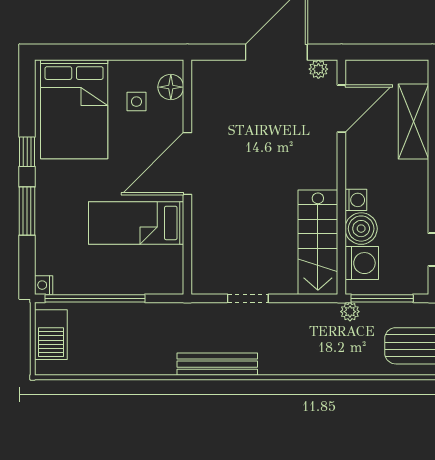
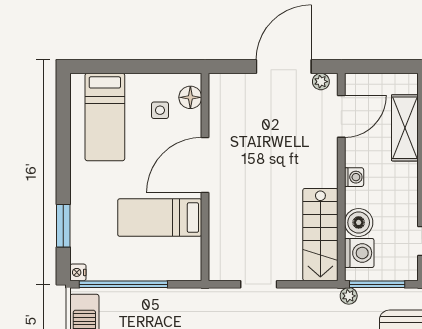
bed: (74, 109) -> (105, 117), width x0.67
window: (27, 152) -> (63, 155), removed
washing machine: (356, 200) -> (354, 177), moved
window: (27, 211) -> (63, 226), moved

